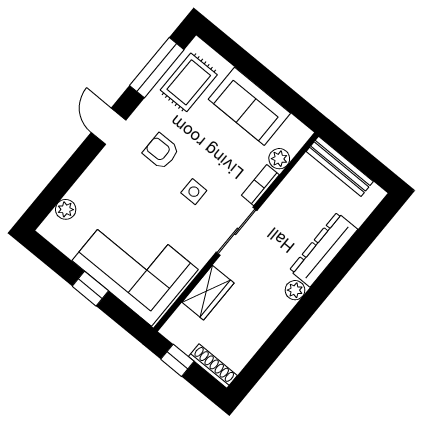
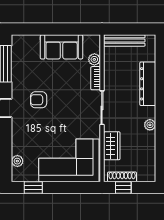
rug: (189, 82) -> (26, 59), removed
side table: (194, 192) -> (68, 106), removed
window: (90, 289) -> (33, 187), moved
plant: (295, 290) -> (150, 125), moved
shoe rack: (213, 366) -> (122, 177), moved

